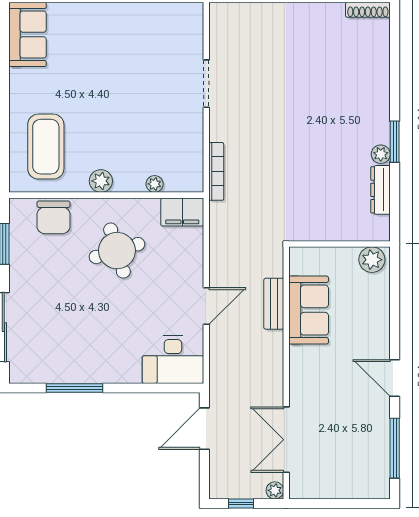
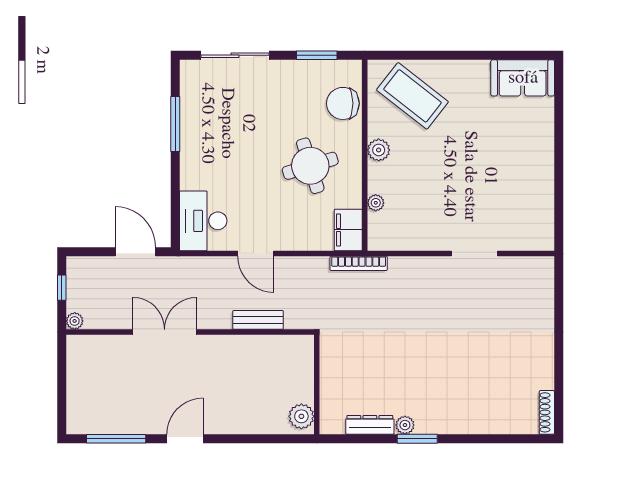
coffee table: (46, 147) -> (412, 96), turned 38
bookcase: (216, 171) -> (359, 263), moved
sofa: (309, 310) -> (252, 354), removed
double door: (286, 440) -> (165, 332), moved

